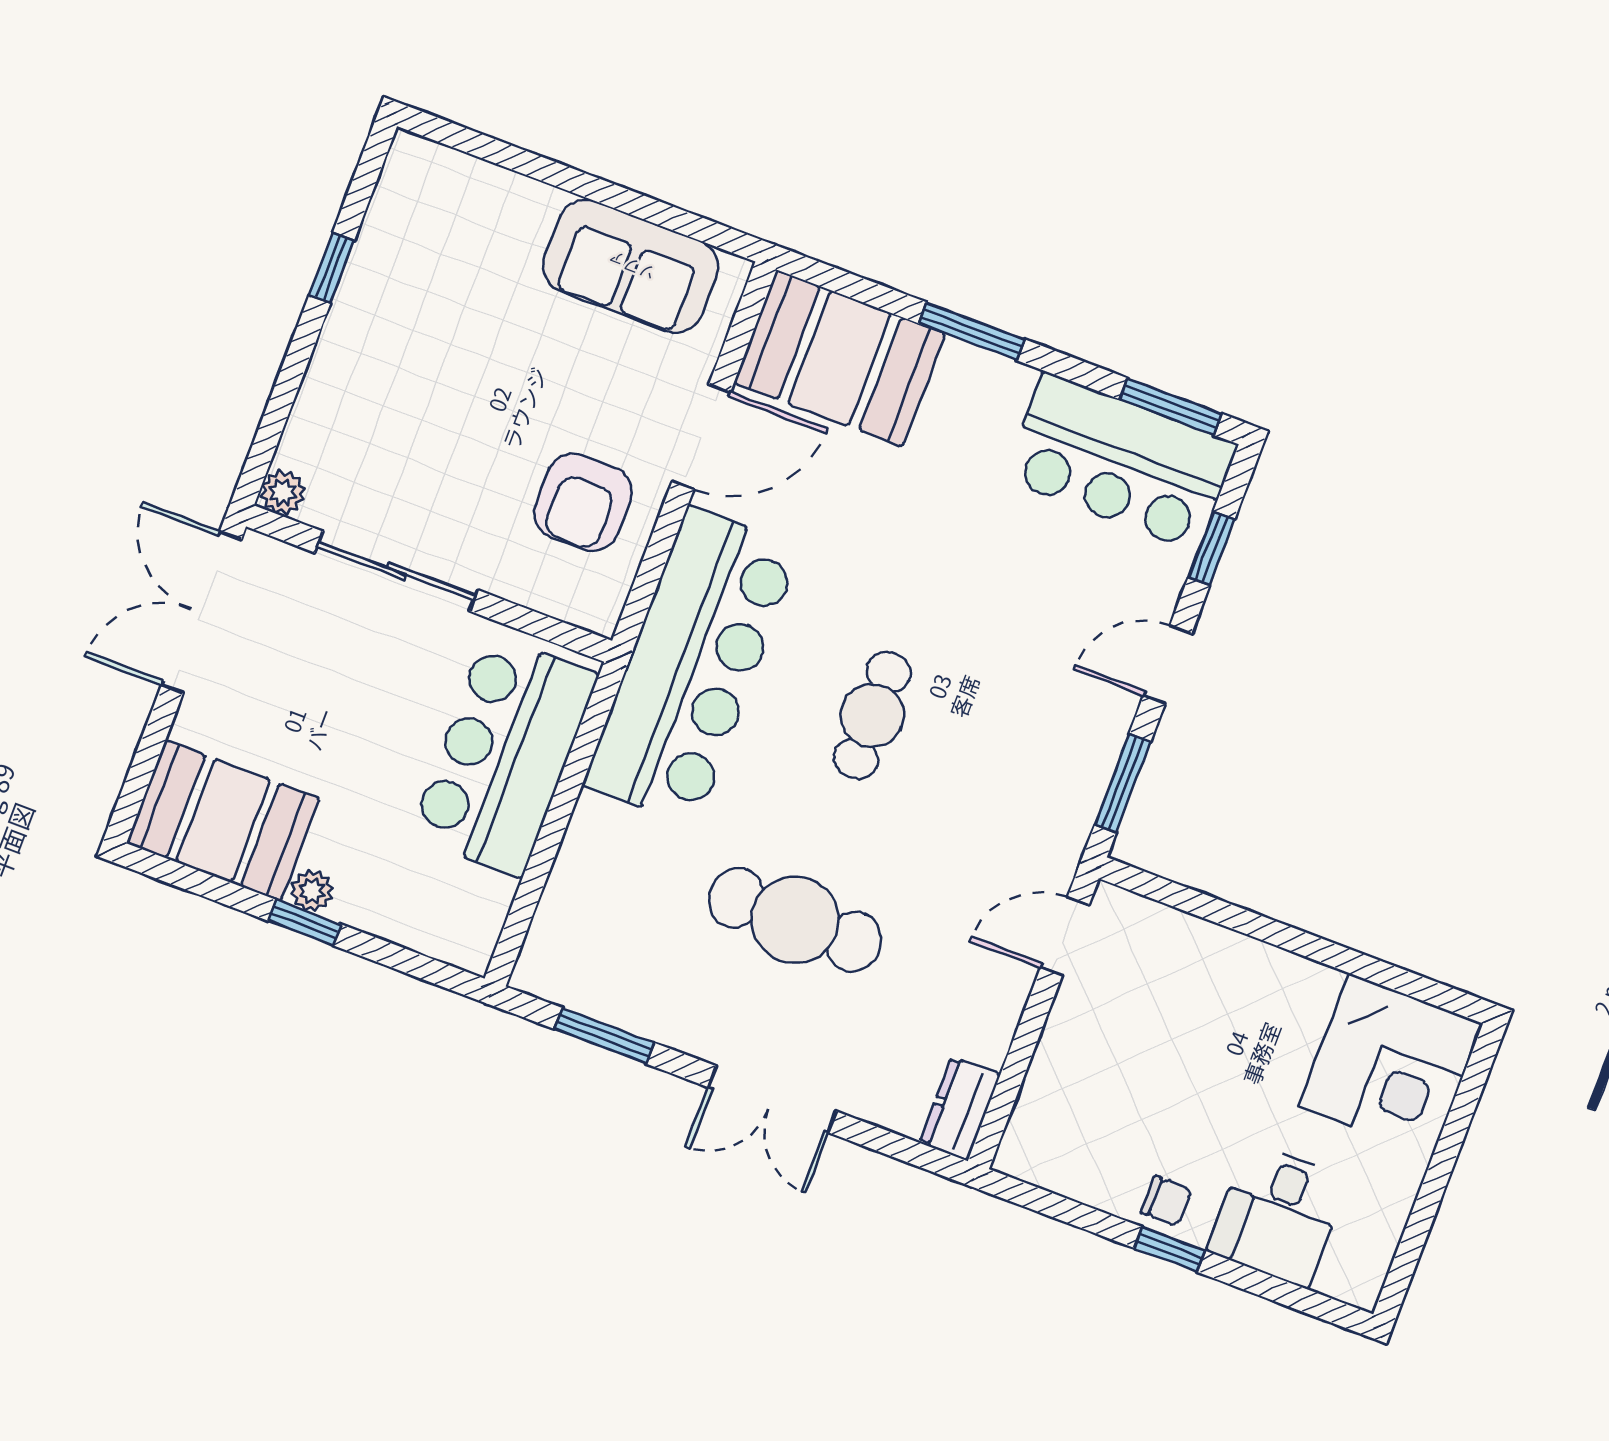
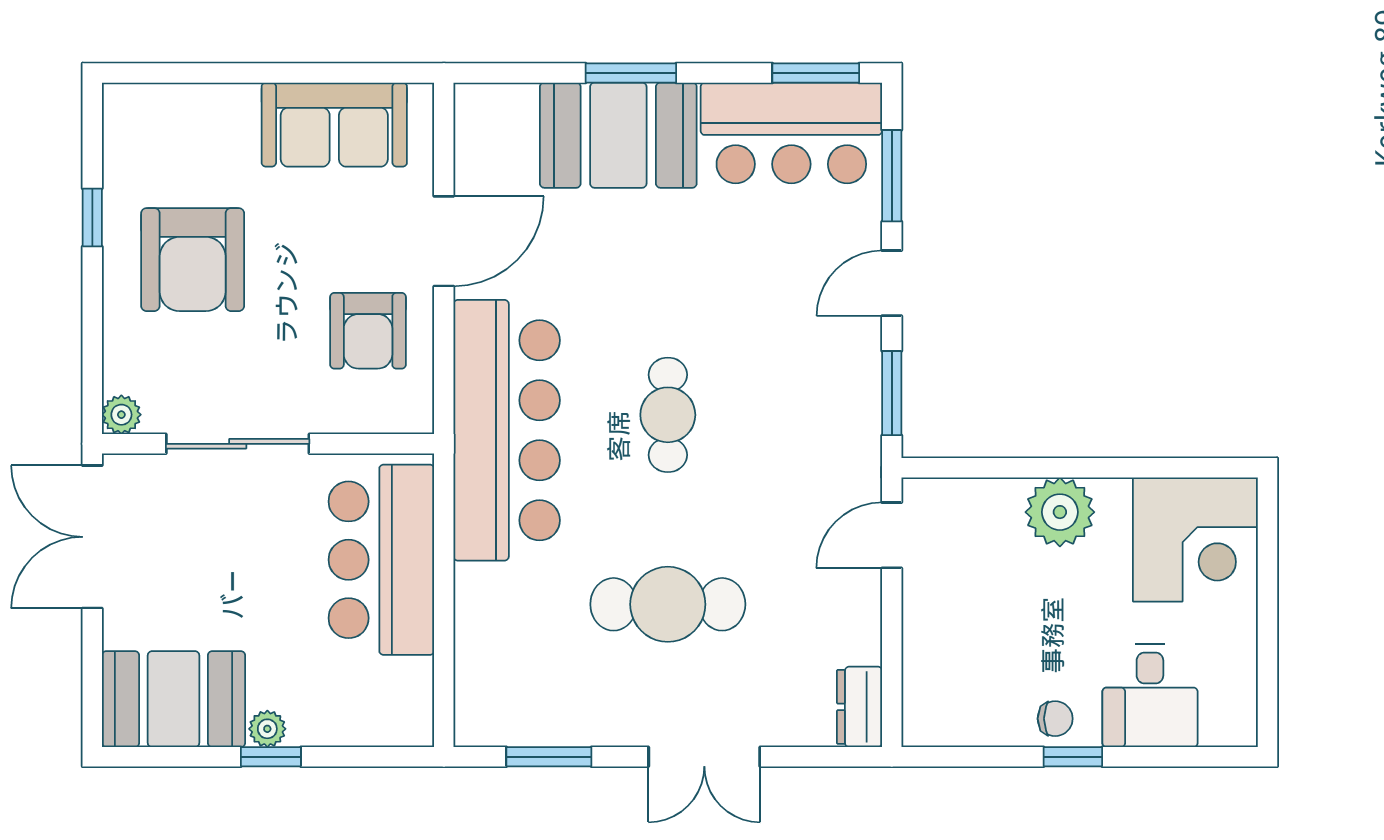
armchair: (423, 354) -> (193, 260), added
booth: (840, 358) -> (618, 135), moved
window: (1211, 549) -> (892, 176), width x1.50
plant: (1256, 980) -> (1060, 512), added

